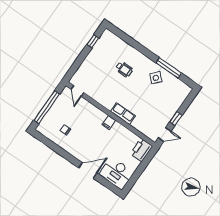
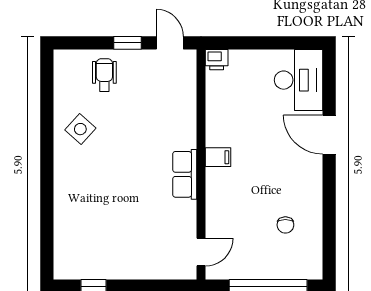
window: (169, 68) -> (47, 118), removed
wheelchair: (124, 69) -> (104, 75), moved
row of seats: (123, 114) -> (185, 174), moved
printer: (141, 150) -> (217, 60), width x0.53, depth x0.68

